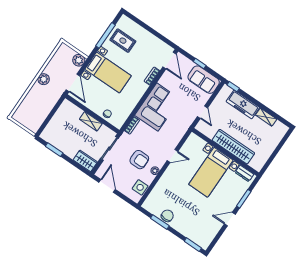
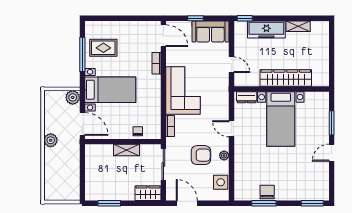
door: (172, 156) -> (231, 129), swing flipped
dresser: (244, 173) -> (247, 97), moved

